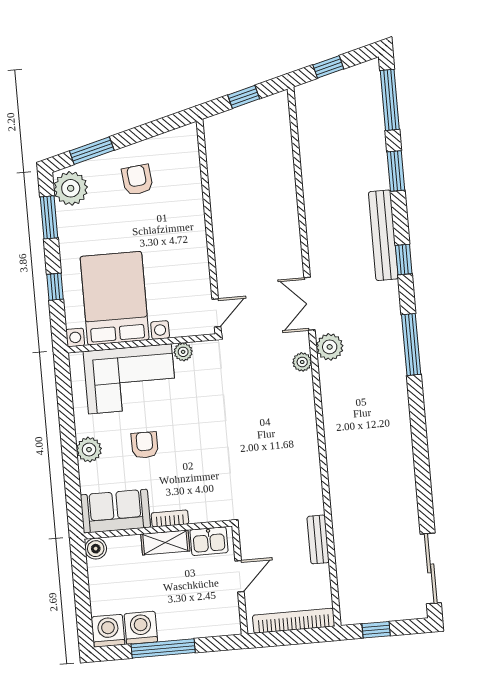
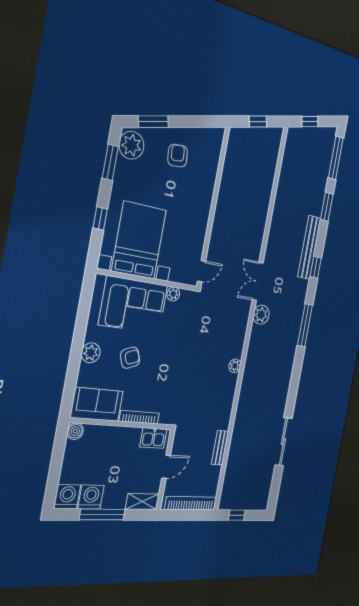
plant: (302, 362) -> (235, 366), moved
armchair: (145, 445) -> (130, 358), turned 69
bookcase: (170, 518) -> (139, 417), width x1.56
shelving: (165, 543) -> (142, 502), moved
sliding door: (431, 568) -> (283, 442), moved

